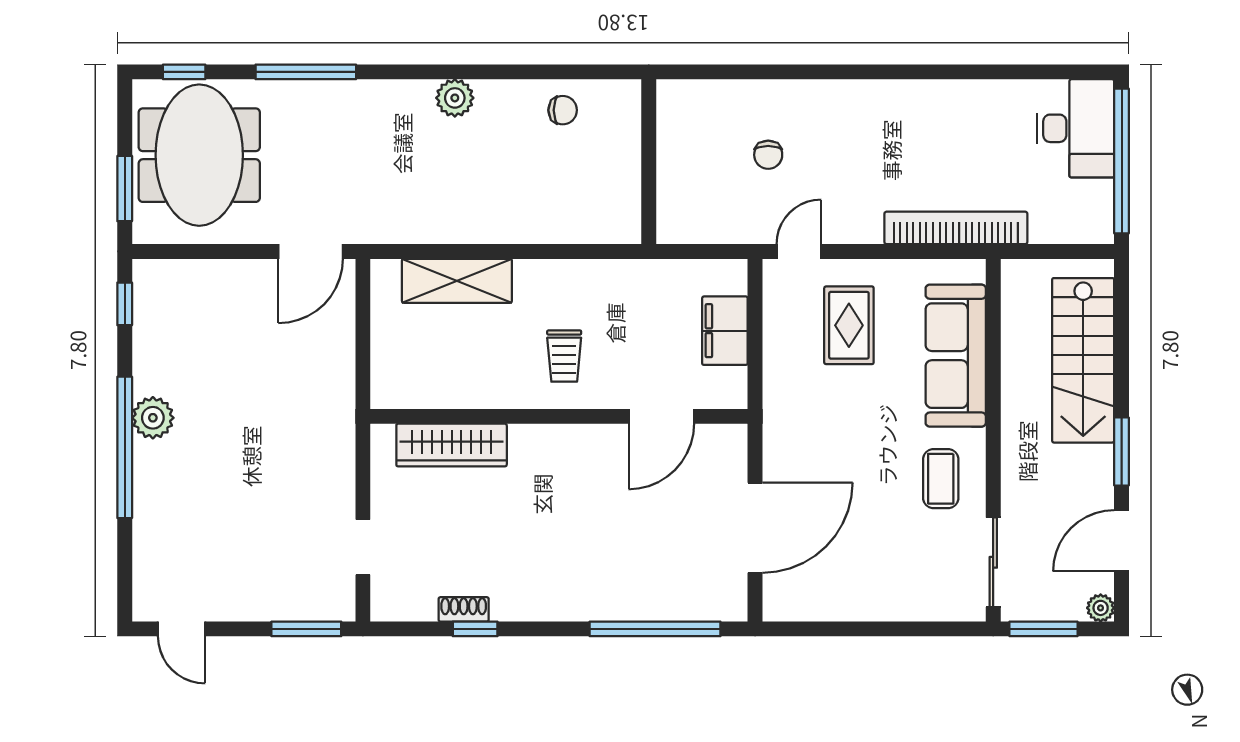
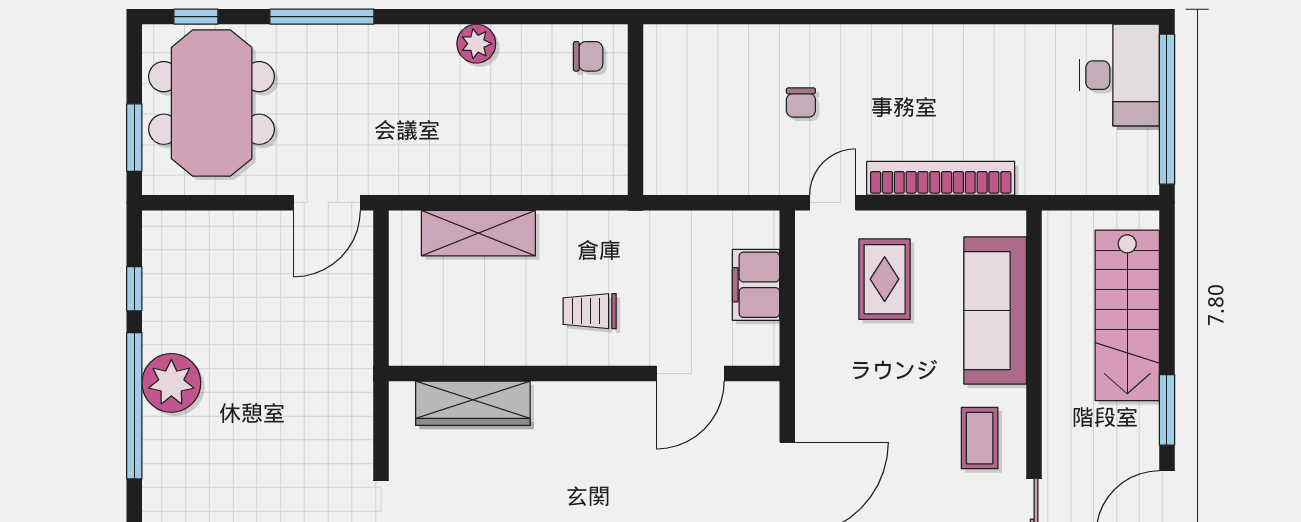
wall: (649, 162) -> (635, 110), moved
bookcase: (956, 228) -> (941, 178), moved
window: (125, 304) -> (134, 289), moved
trolley: (564, 356) -> (590, 311), turned 90
plant: (153, 418) -> (171, 383), width x1.36, depth x1.36

